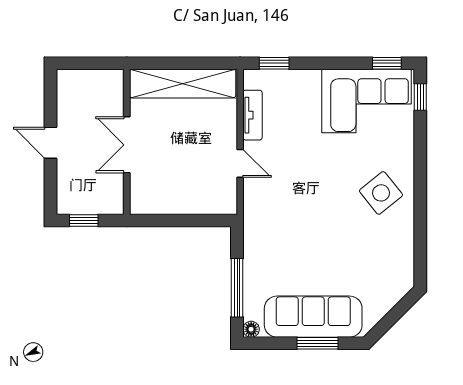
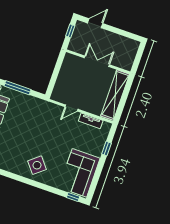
window: (274, 63) -> (106, 149), moved
window: (387, 63) -> (93, 188), removed
door: (51, 143) -> (95, 23), moved

